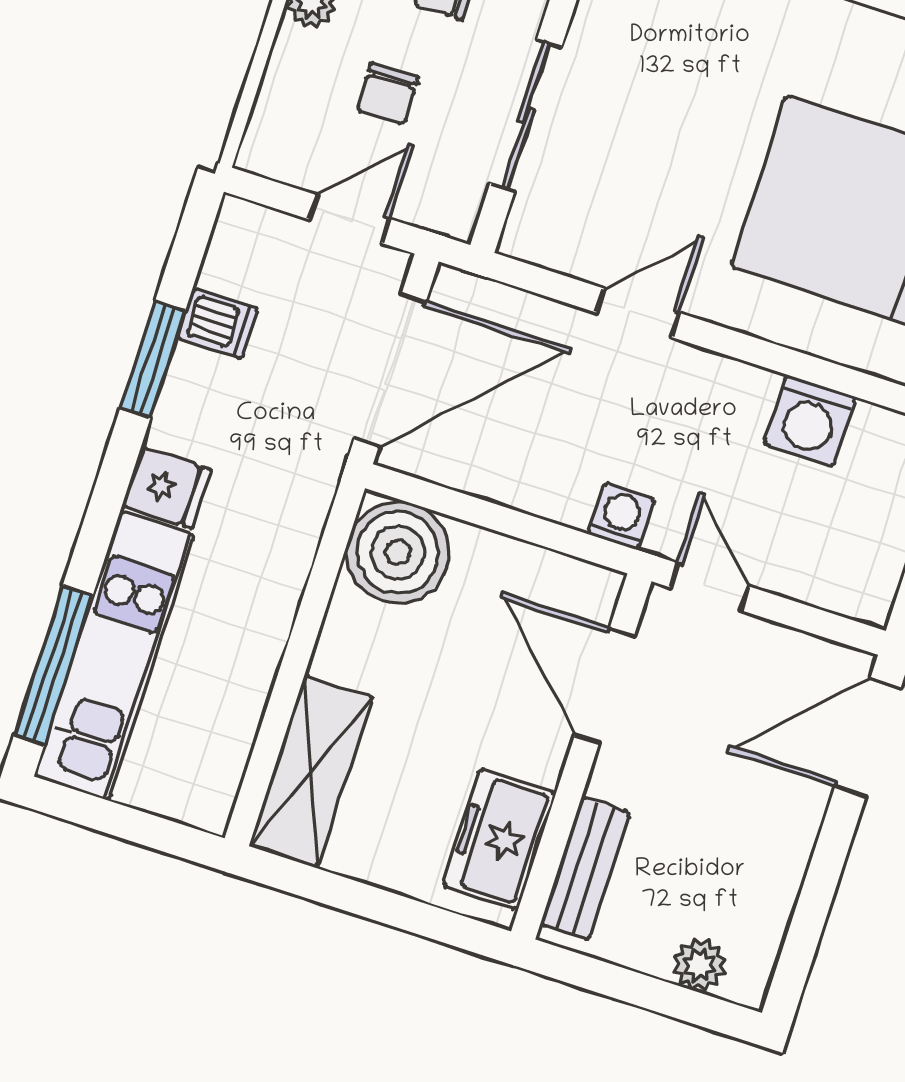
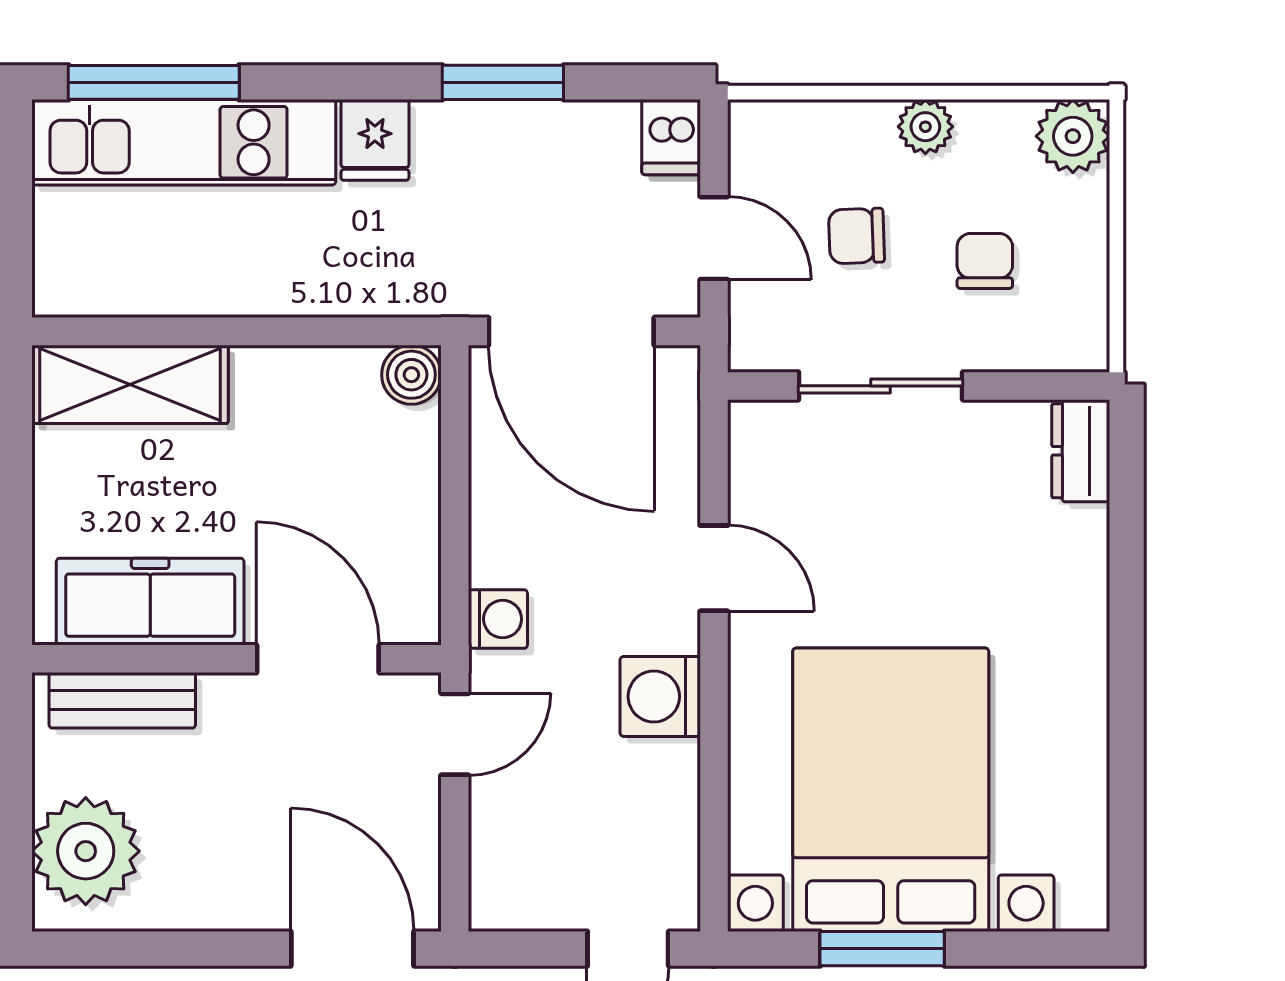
dishwasher: (217, 323) -> (671, 137), moved
washing machine: (810, 421) -> (660, 696), moved
boiler: (398, 552) -> (411, 375), width x0.54, depth x0.54
door: (604, 685) -> (318, 659), hinge flipped
freezer: (499, 839) -> (150, 602), width x1.40
plant: (700, 965) -> (86, 851), width x1.87, depth x1.87

